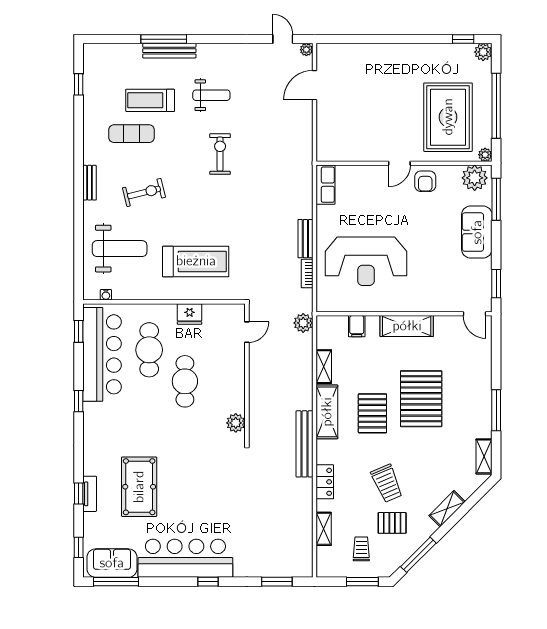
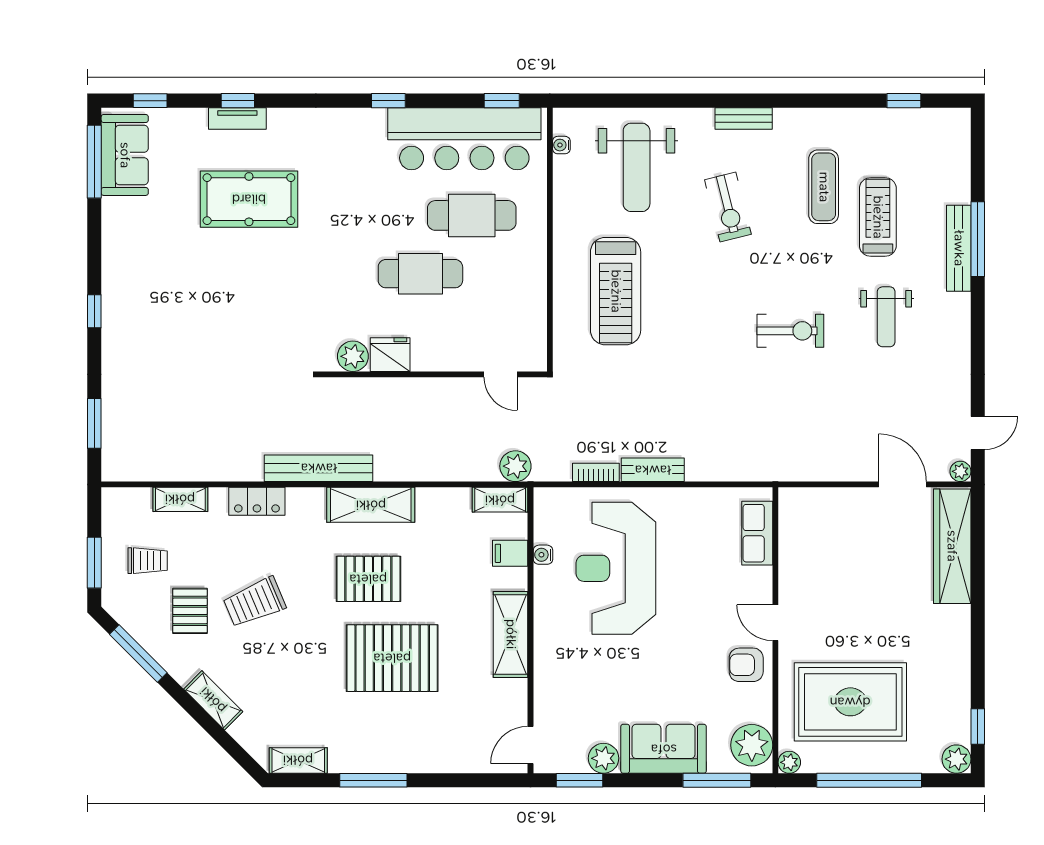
wardrobe: (352, 55) -> (952, 546), added
row of seats: (326, 185) -> (757, 533), moved, turned 90
plant: (483, 269) -> (604, 758), added
water cooler: (358, 306) -> (543, 555), added
fridge: (190, 314) -> (390, 355), moved, turned 90
shelving: (324, 367) -> (500, 500), moved
bar counter: (185, 558) -> (133, 275), removed

